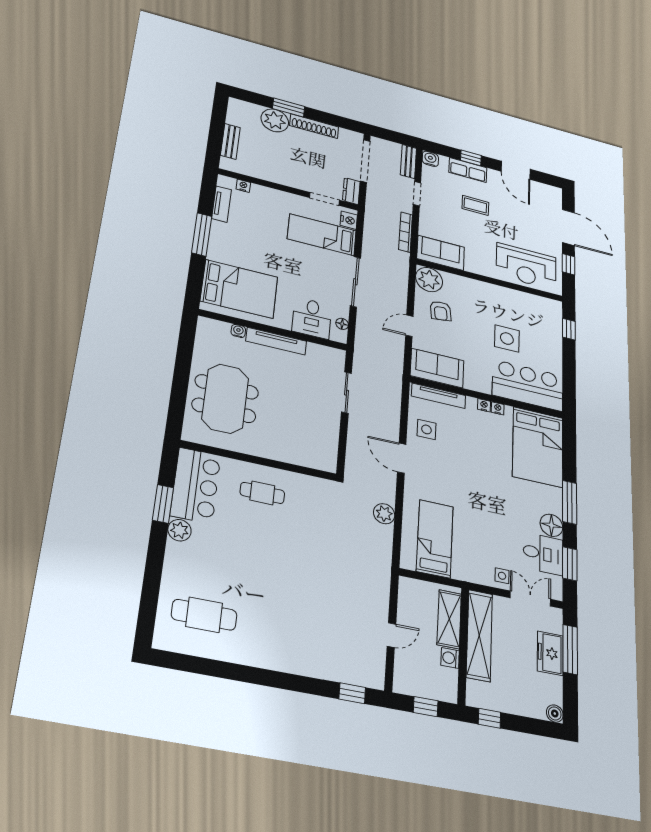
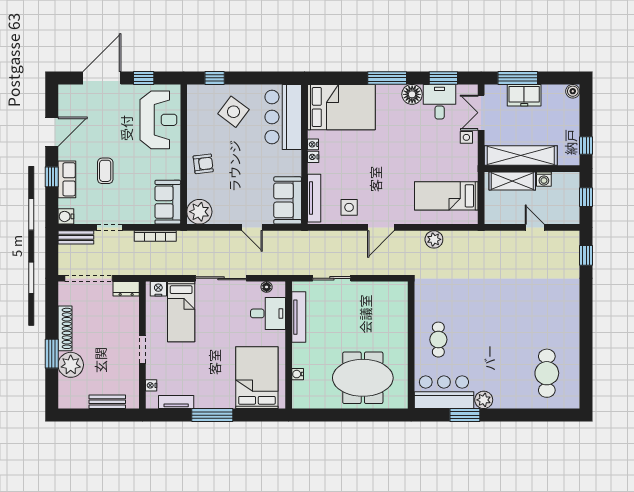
doorway: (324, 199) -> (142, 349), moved
armchair: (441, 311) -> (203, 164), moved
side table: (507, 339) -> (233, 112), moved, turned 37
tv unit: (276, 341) -> (299, 317), moved

